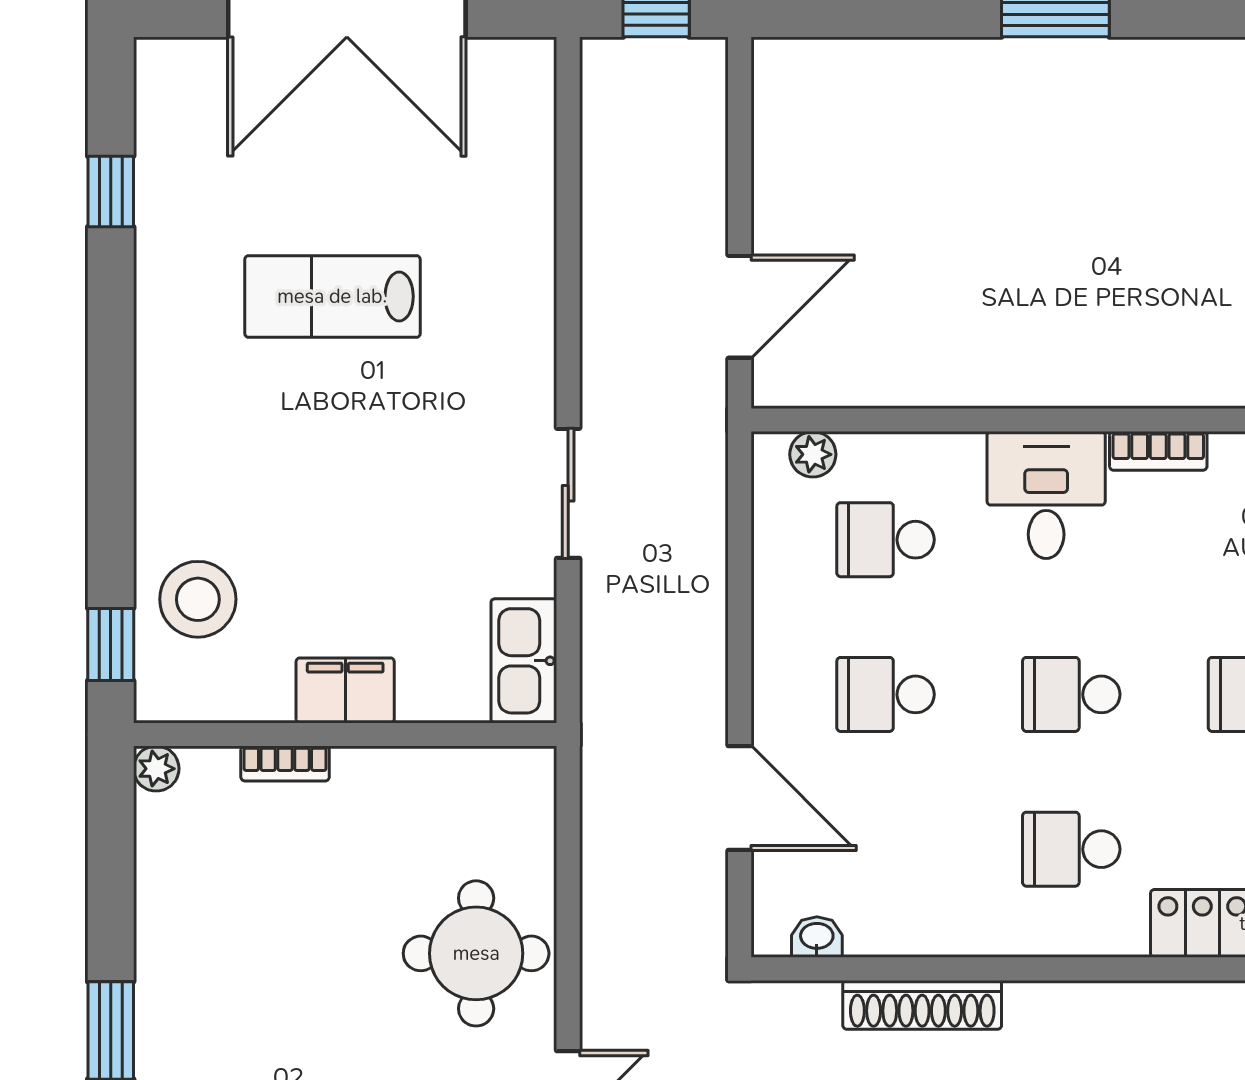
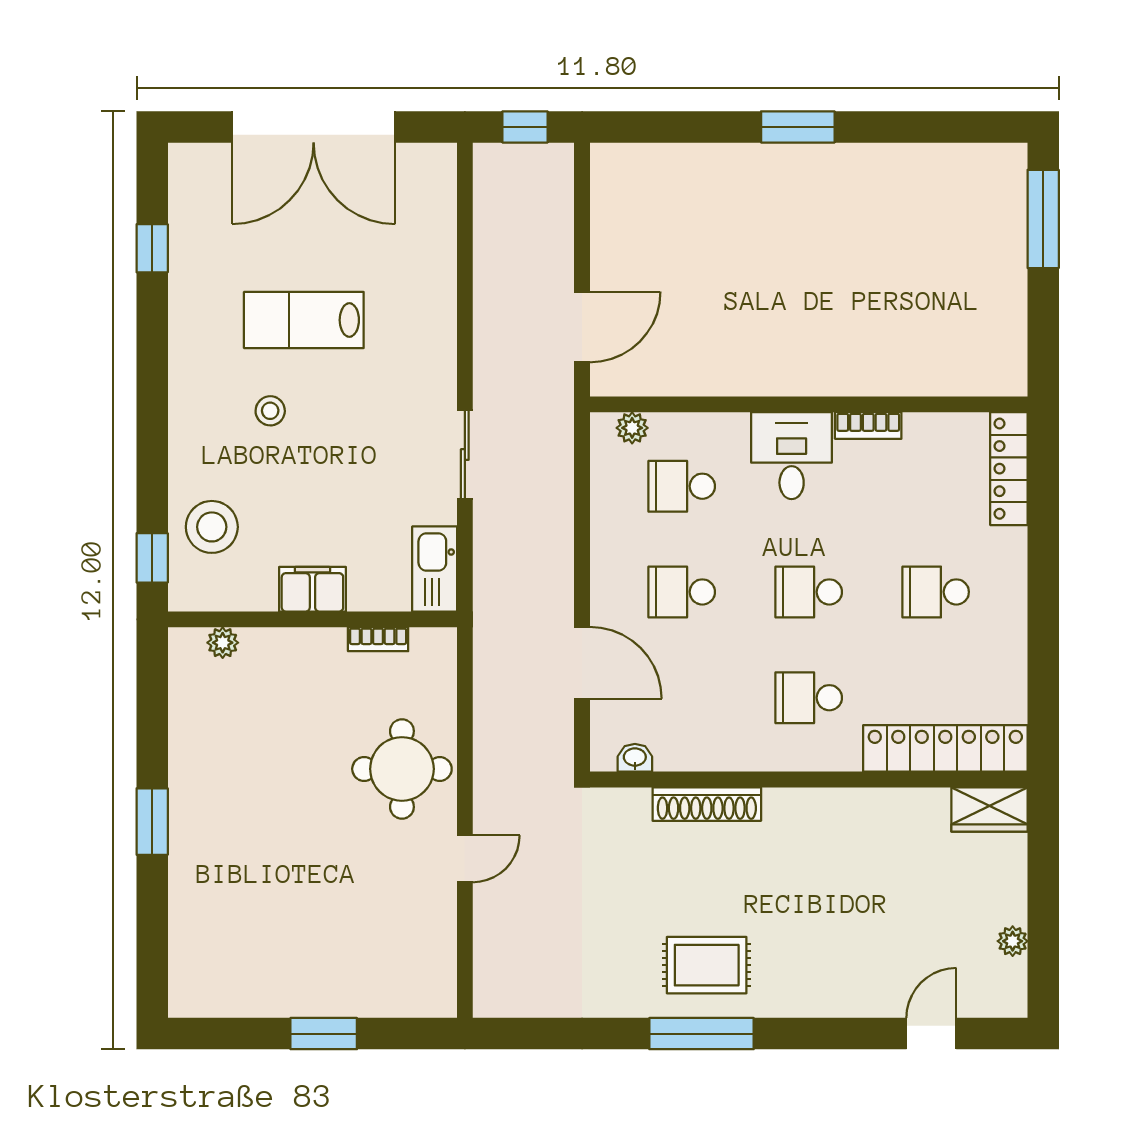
stool: (283, 429) -> (270, 411), added
bookcase: (285, 764) -> (378, 639), moved
plant: (156, 769) -> (223, 643), moved

